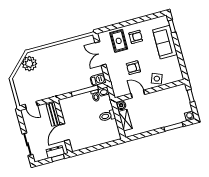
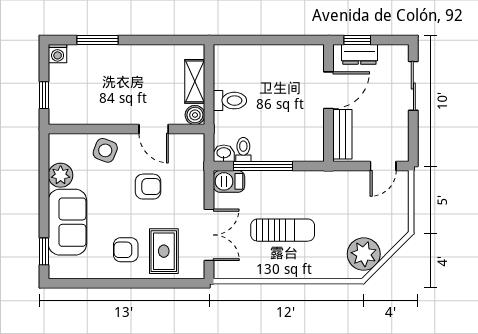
plant: (174, 62) -> (61, 175), added
sun lounger: (68, 64) -> (283, 230), added
door: (31, 105) -> (383, 166), swing flipped

